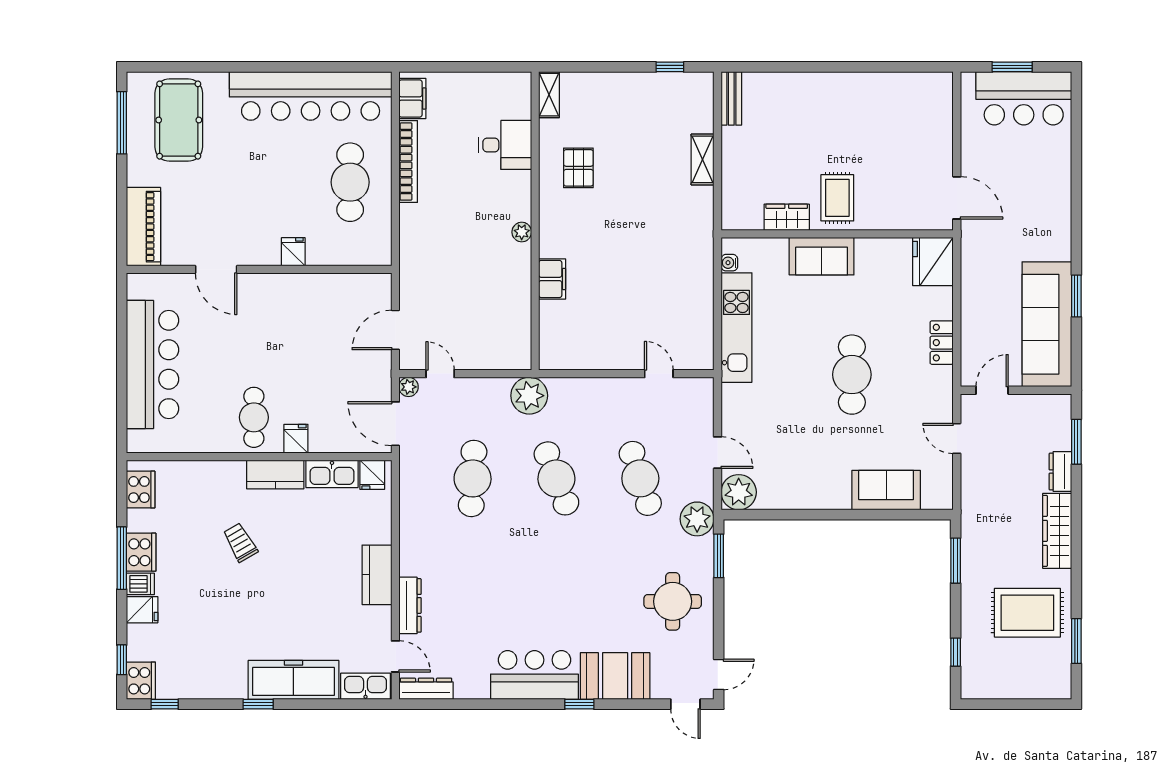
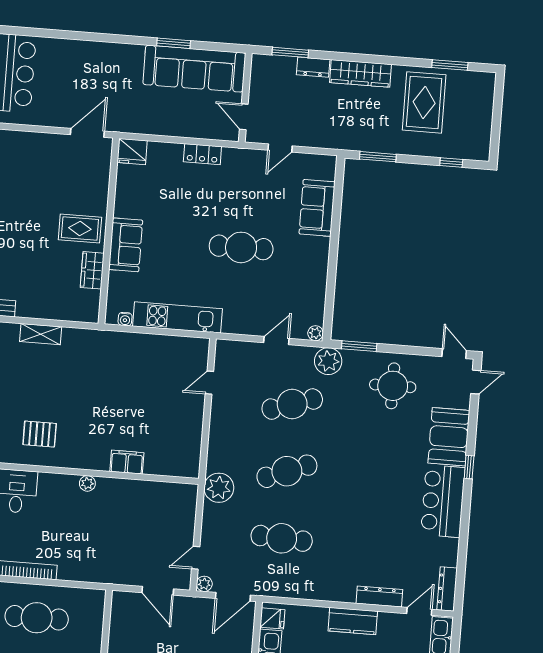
fridge: (933, 261) -> (132, 152), width x0.73, depth x0.75
cafe table: (852, 375) -> (241, 247), moved
plant: (739, 492) -> (316, 333), width x0.53, depth x0.53

